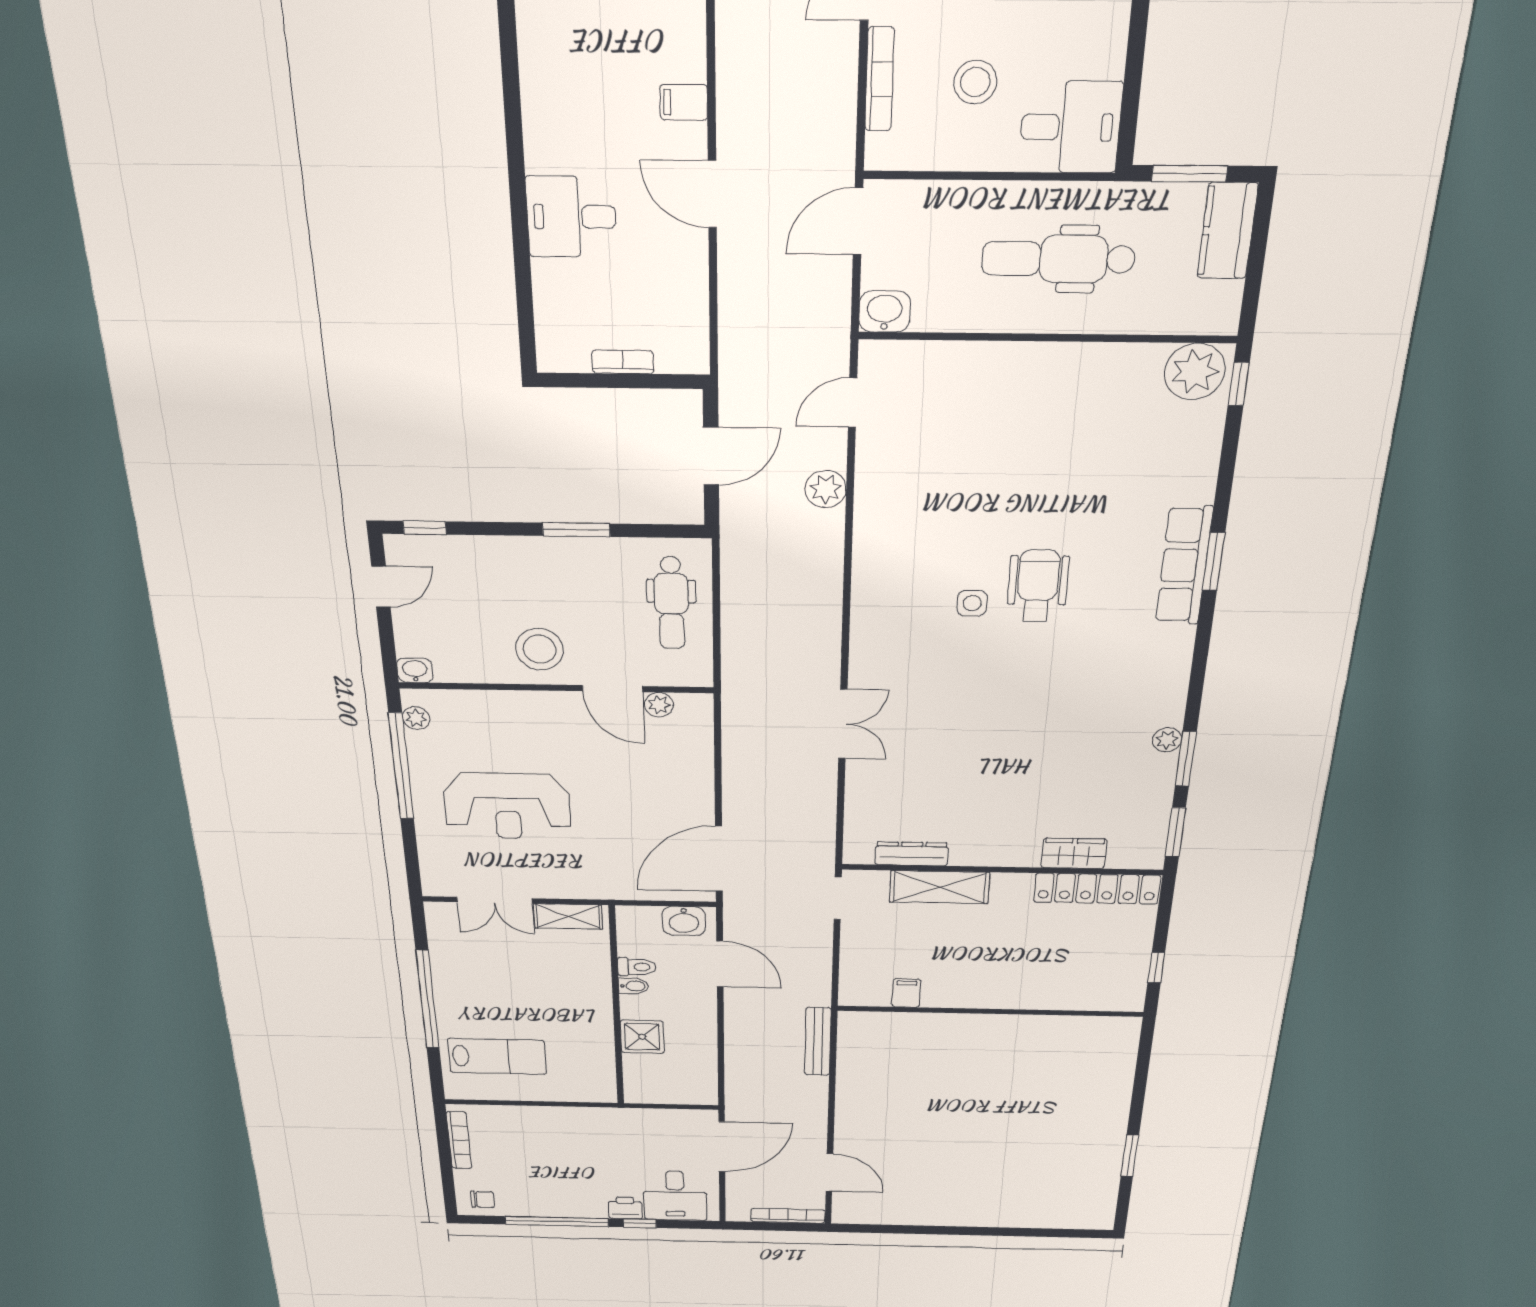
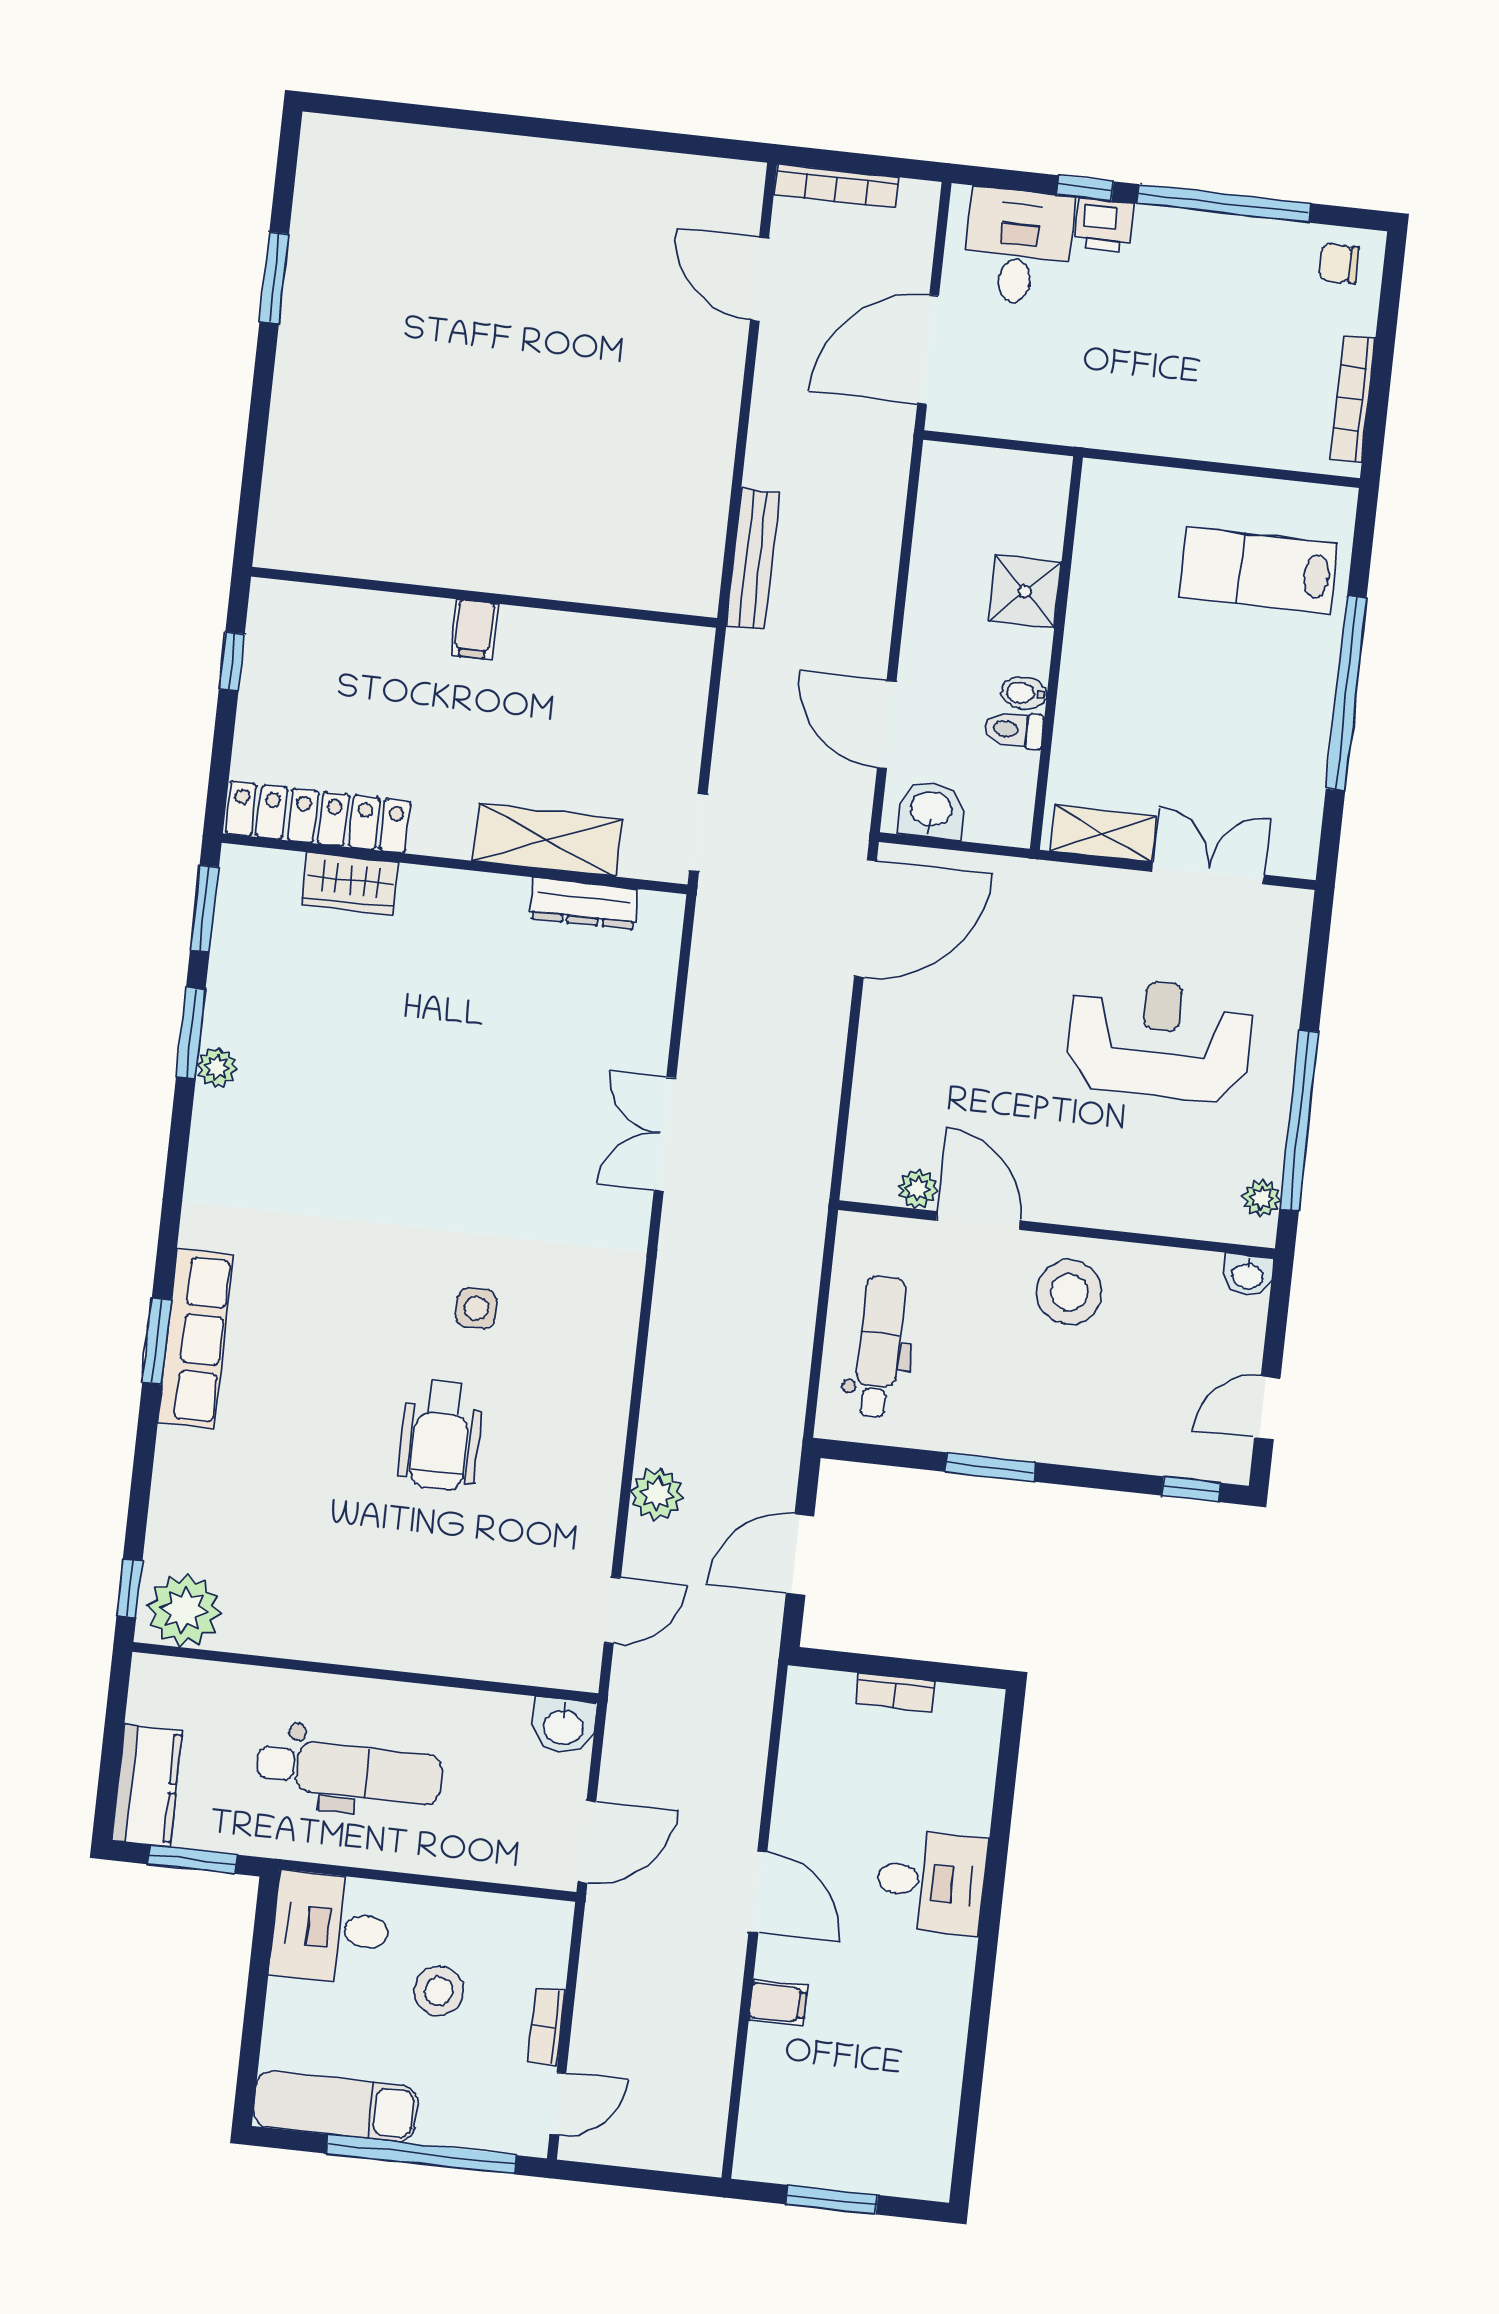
bookcase: (879, 79) -> (546, 2026), width x0.64
wheelchair: (1038, 586) -> (441, 1435), moved
filing cabinet: (906, 993) -> (474, 629), moved

